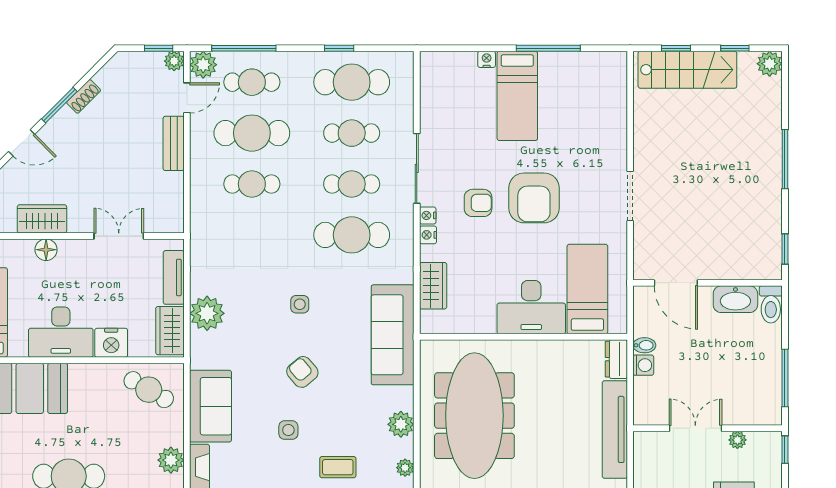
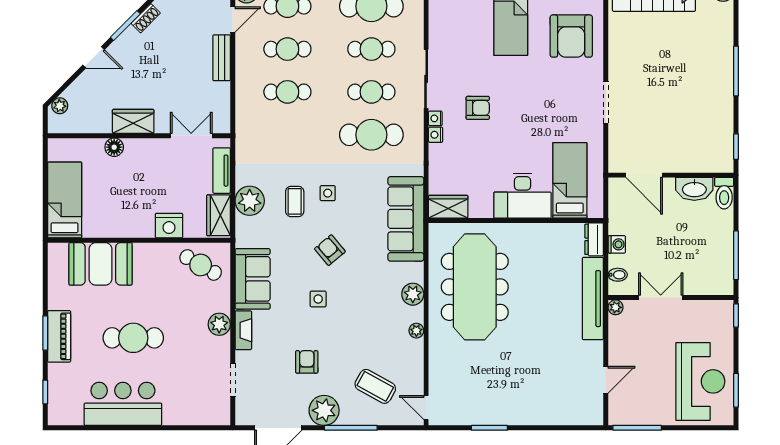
cafe table: (252, 133) -> (287, 49), width x0.73, depth x0.74
armchair: (534, 198) -> (571, 36), moved
wardrobe: (42, 219) -> (133, 121), moved
double door: (119, 236) -> (191, 136), moved
wardrobe: (433, 286) -> (448, 207), moved, turned -90
desk: (61, 332) -> (127, 217), removed
bidet: (644, 345) -> (618, 275), moved
plant: (737, 440) -> (616, 307), moved
coffee table: (338, 467) -> (295, 201), moved, turned 90

